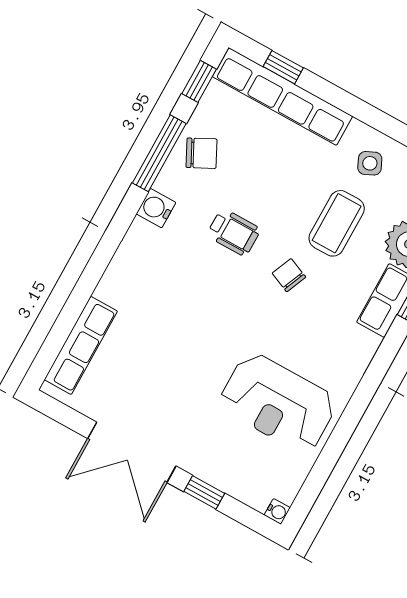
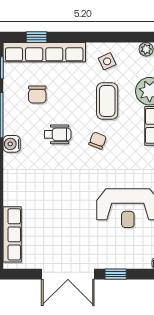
chair: (201, 153) -> (37, 94), moved, turned 117
chair: (289, 275) -> (98, 141), turned 88

